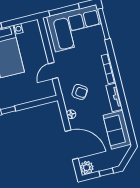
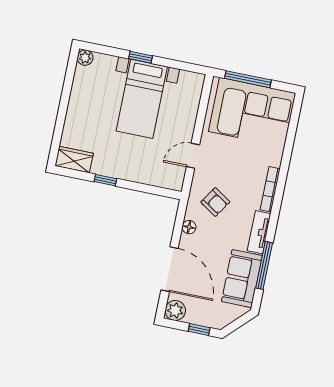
window: (104, 24) -> (264, 265), moved

